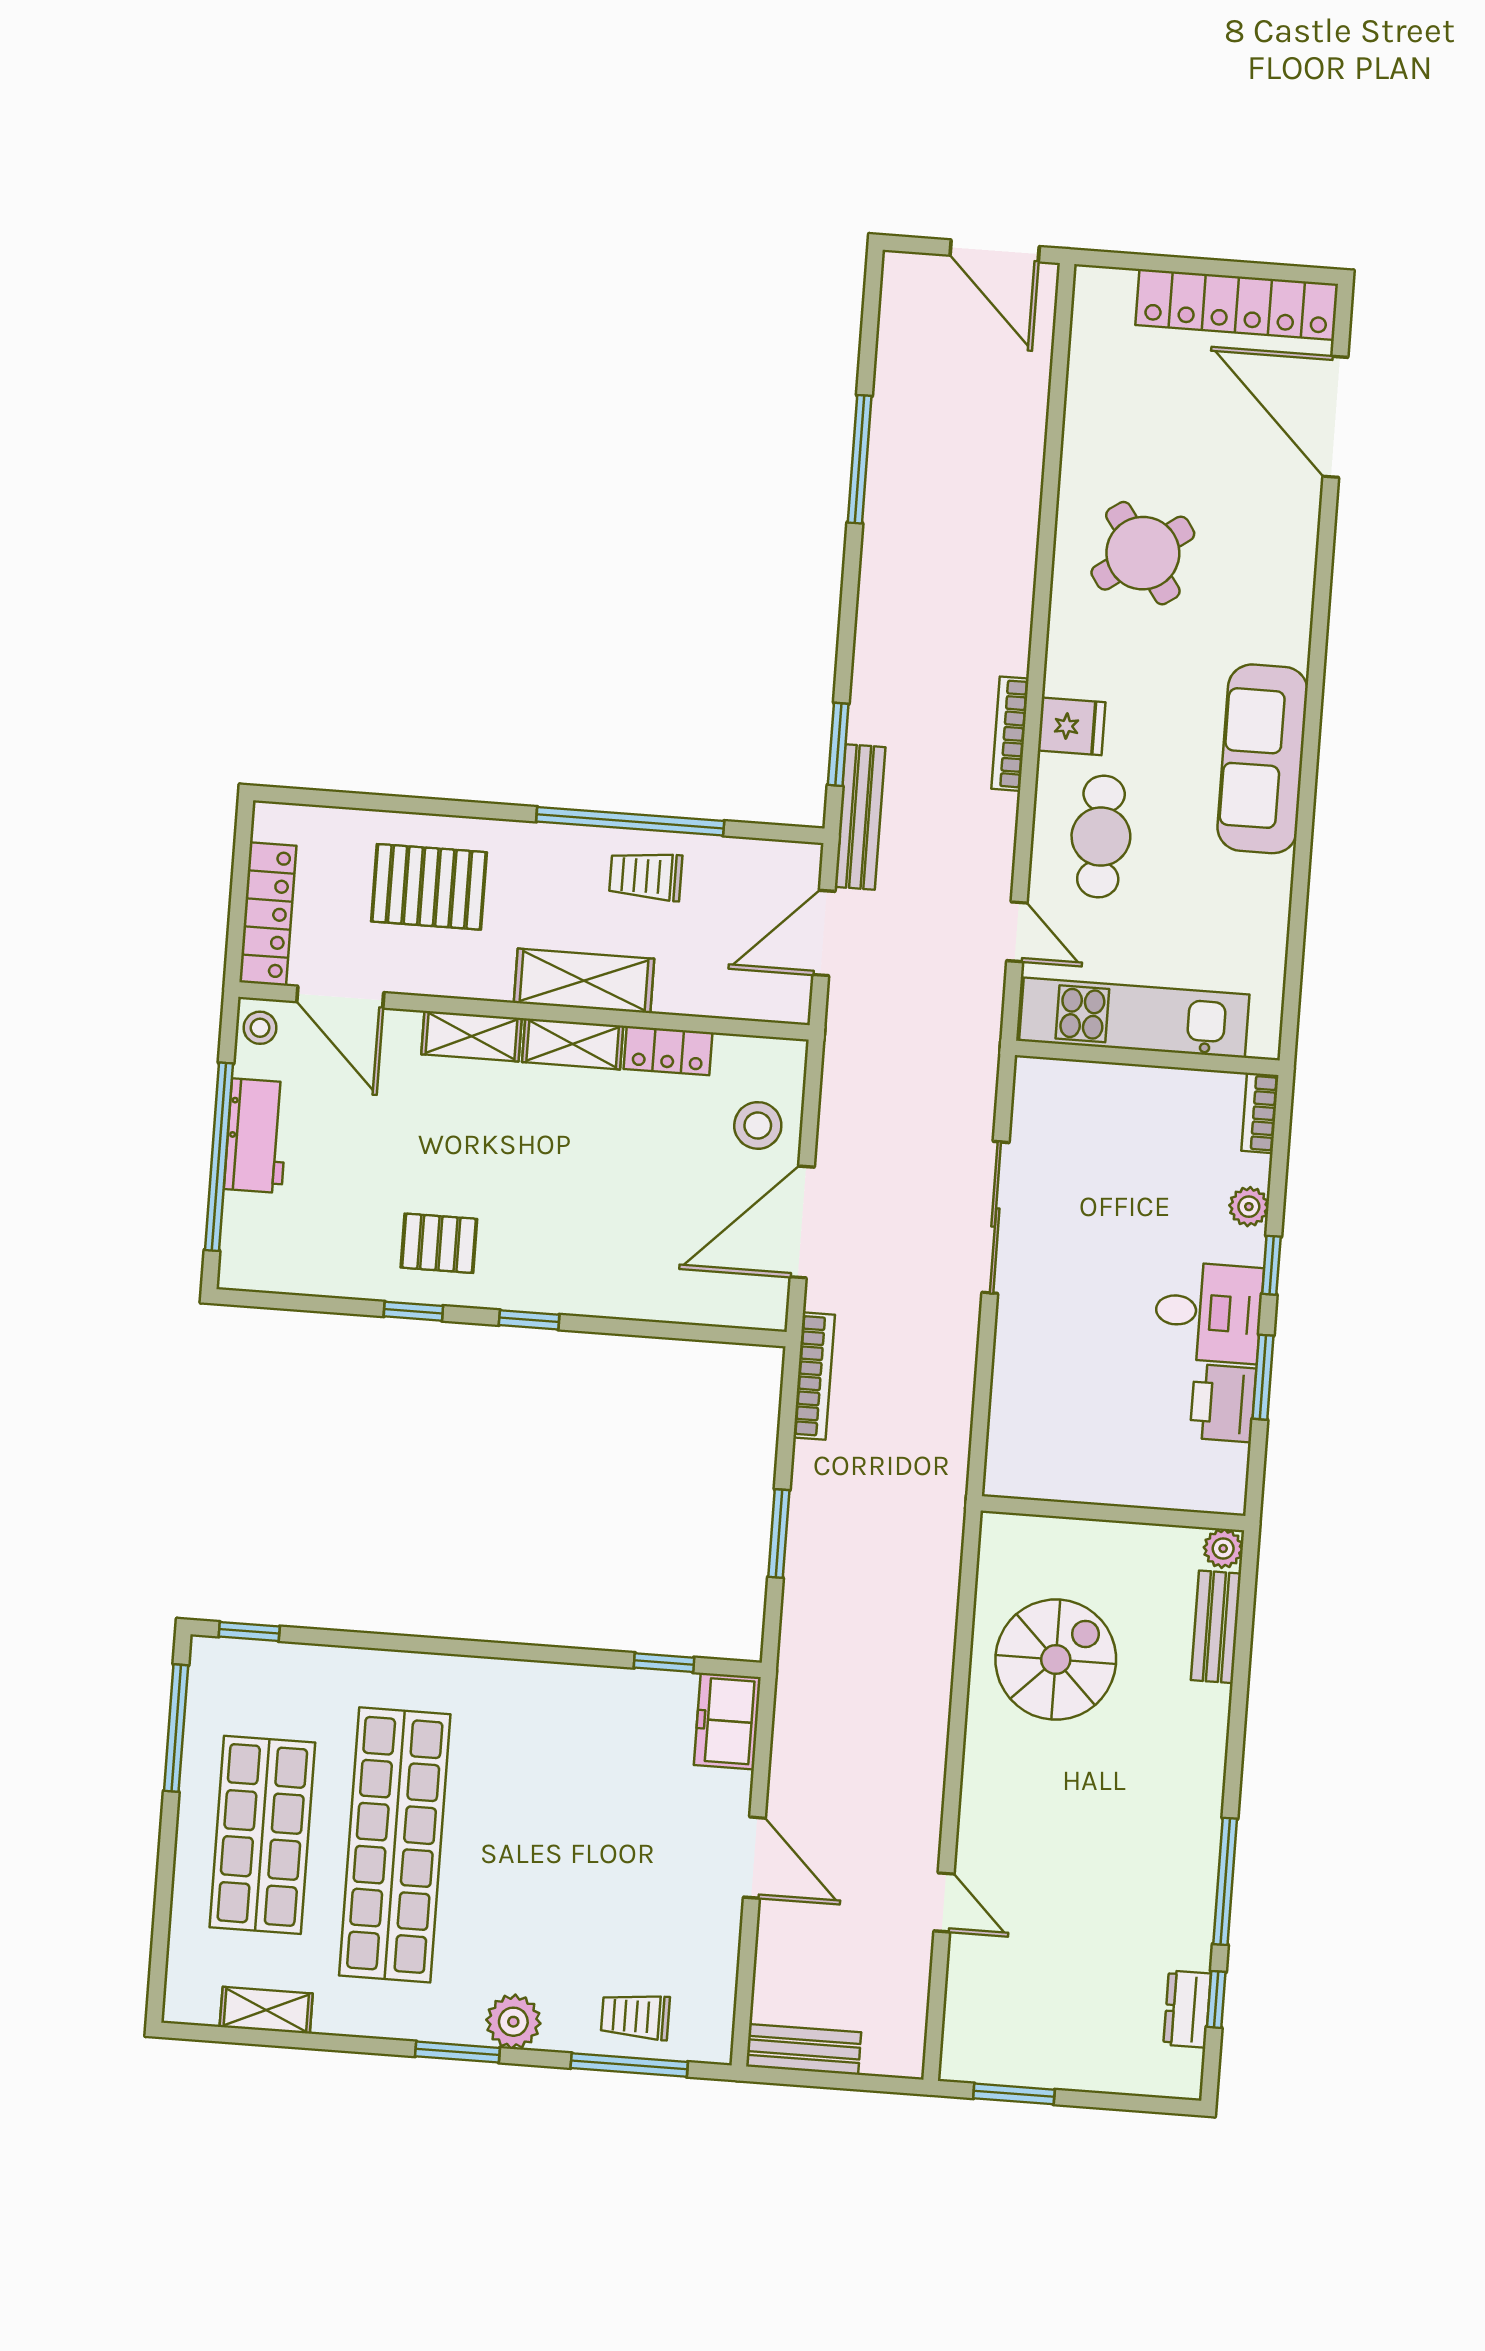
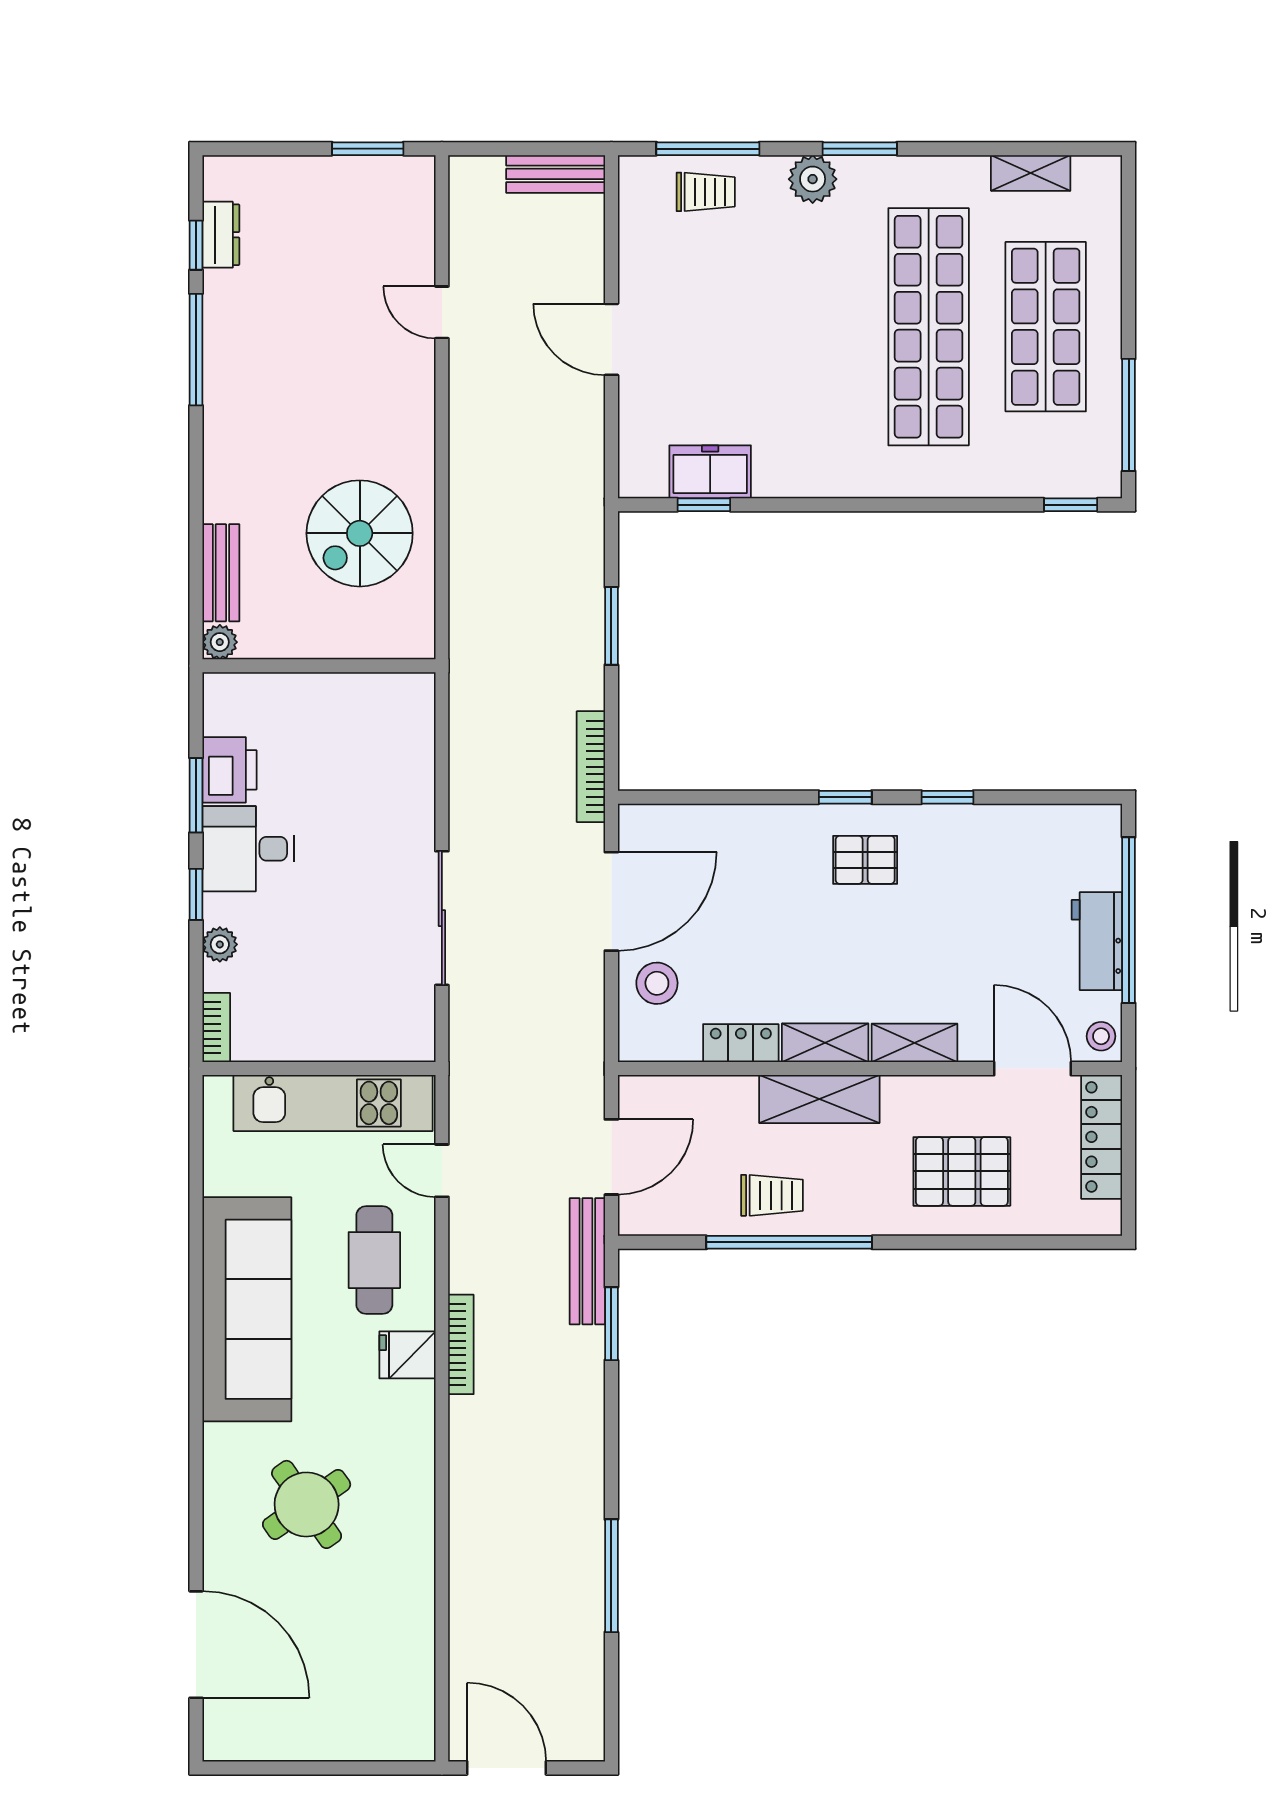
locker: (1237, 305) -> (290, 1737), removed
round table: (1143, 553) -> (307, 1504), moved
sofa: (1262, 759) -> (247, 1309), width x1.36, depth x1.27
pallet: (439, 1243) -> (865, 860), moved
freezer: (727, 1721) -> (710, 472), moved, turned -90

